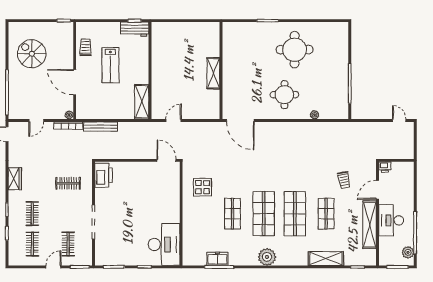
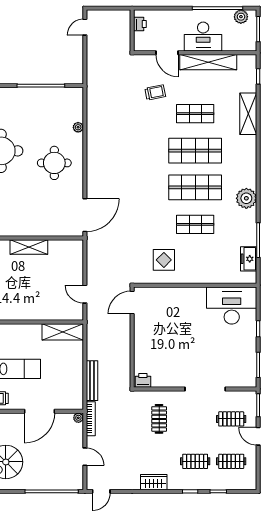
printer: (385, 167) -> (140, 24), moved
printer: (104, 175) -> (143, 380), width x0.53, depth x0.68
plant: (267, 257) -> (246, 198), moved
freezer: (217, 259) -> (249, 259), moved

